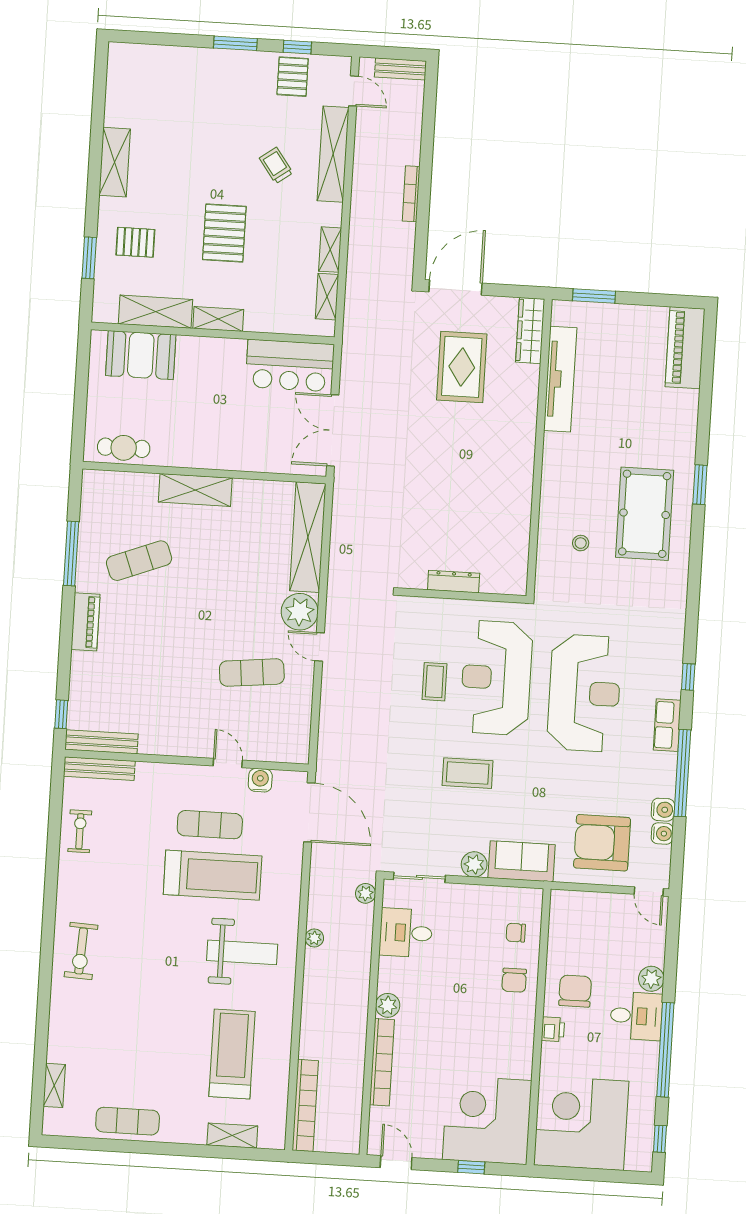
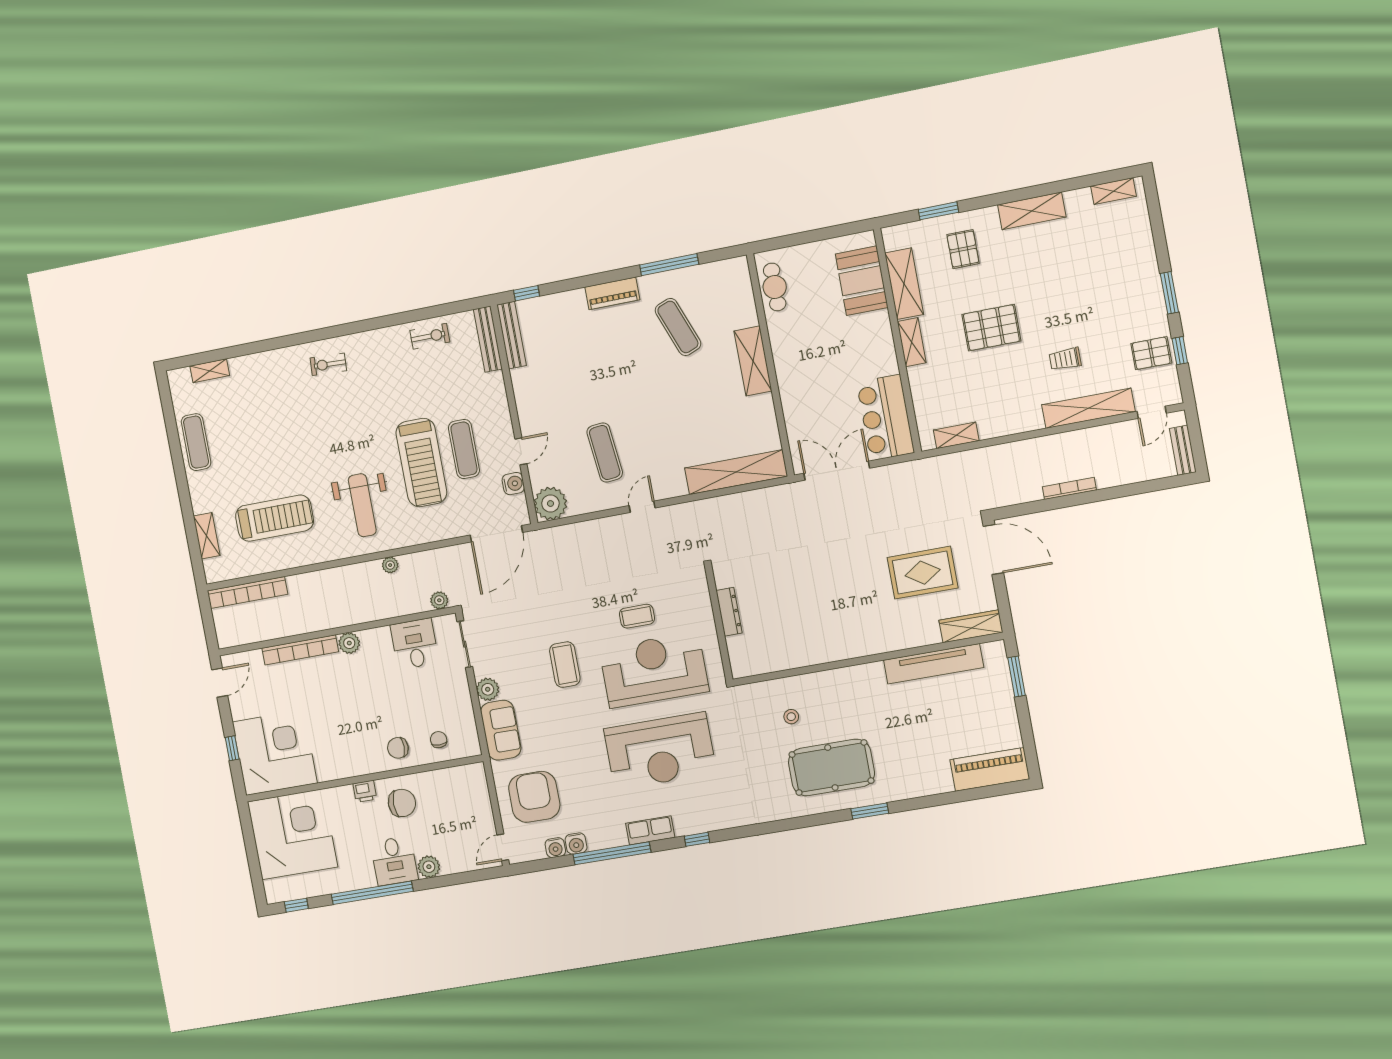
trolley: (276, 165) -> (1065, 359), turned -144
shelving: (330, 250) -> (1113, 191), moved
plant: (300, 612) -> (550, 504), moved
exercise bike: (81, 951) -> (328, 364), width x0.73, depth x0.72

